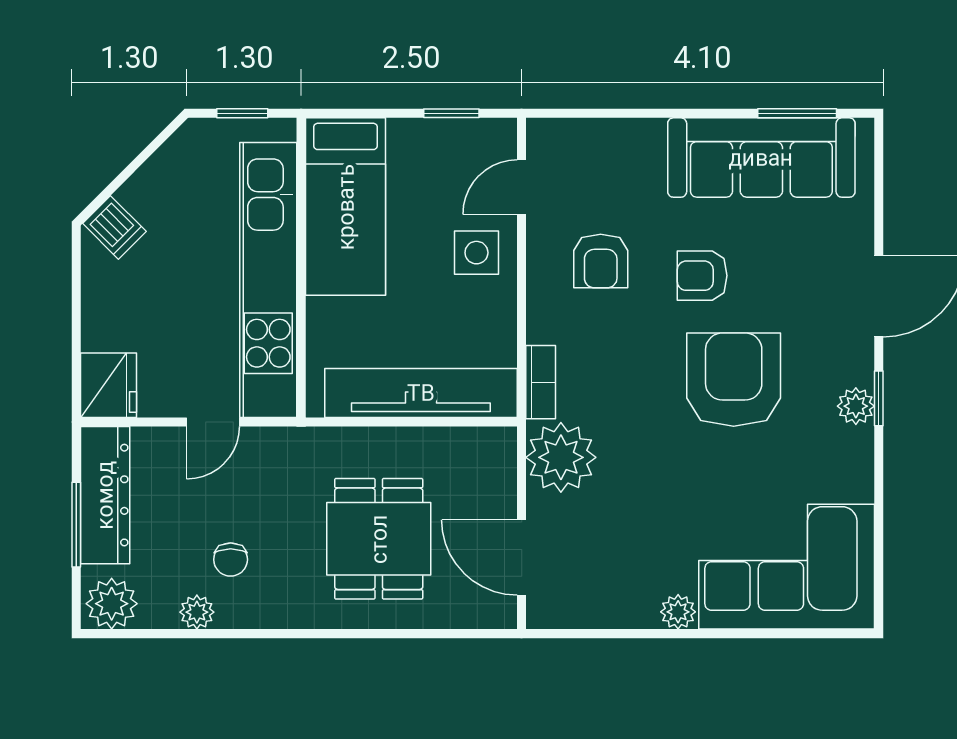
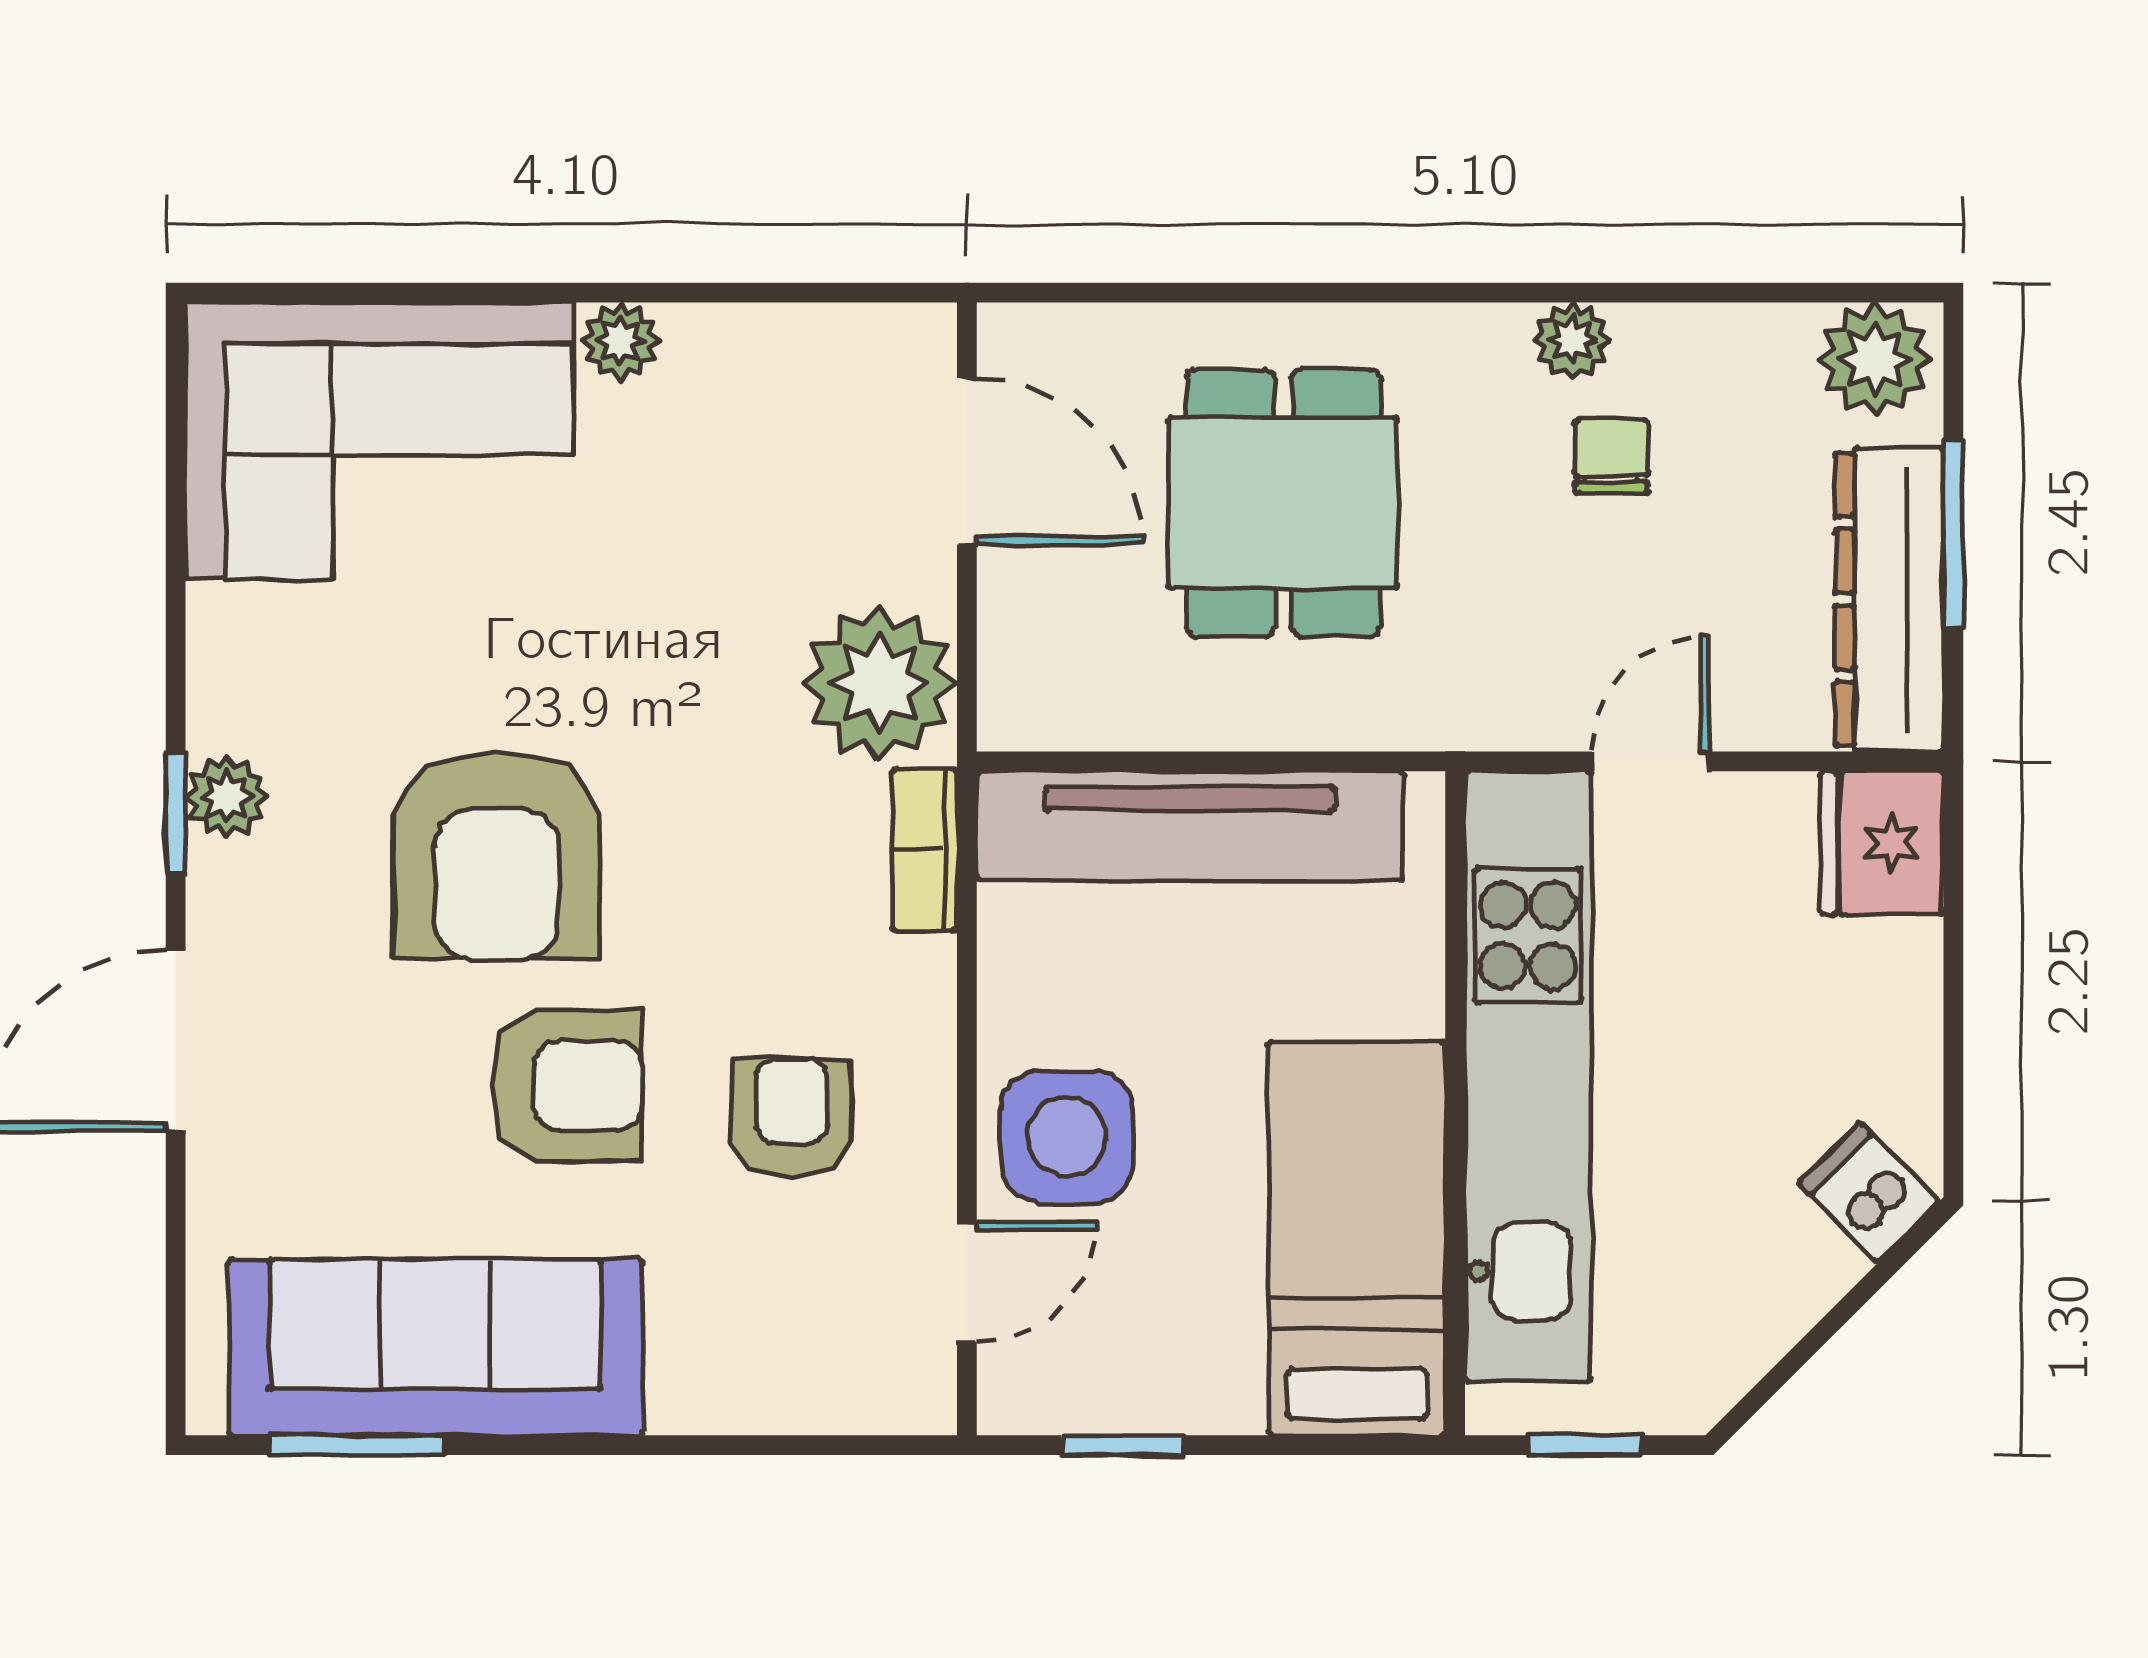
side table: (476, 253) -> (1067, 1137), width x1.37, depth x1.37
armchair: (702, 276) -> (567, 1086), width x1.38, depth x1.38
plant: (197, 612) -> (1572, 340), moved

